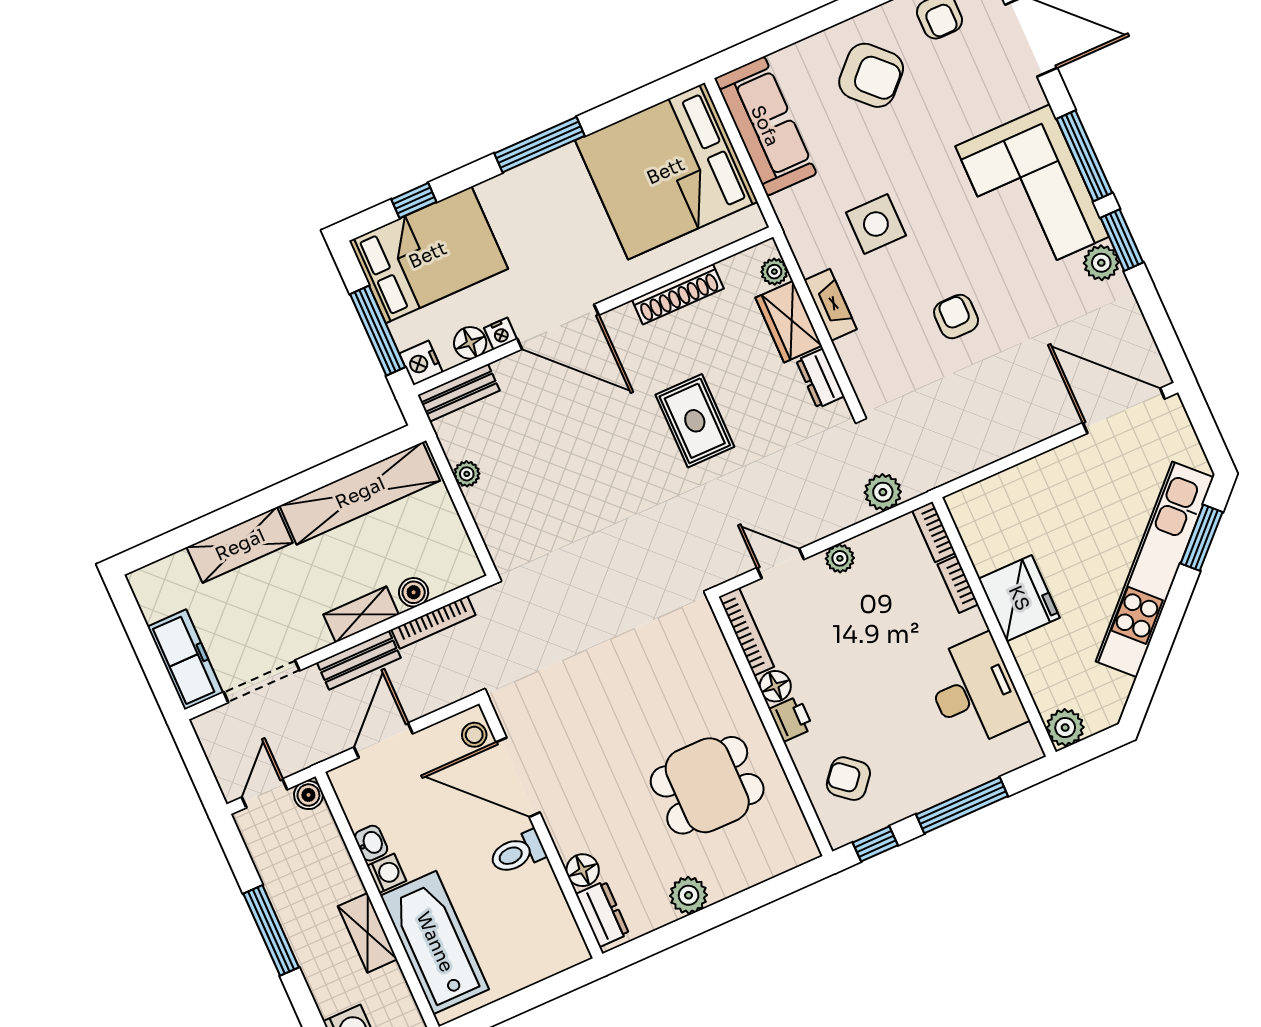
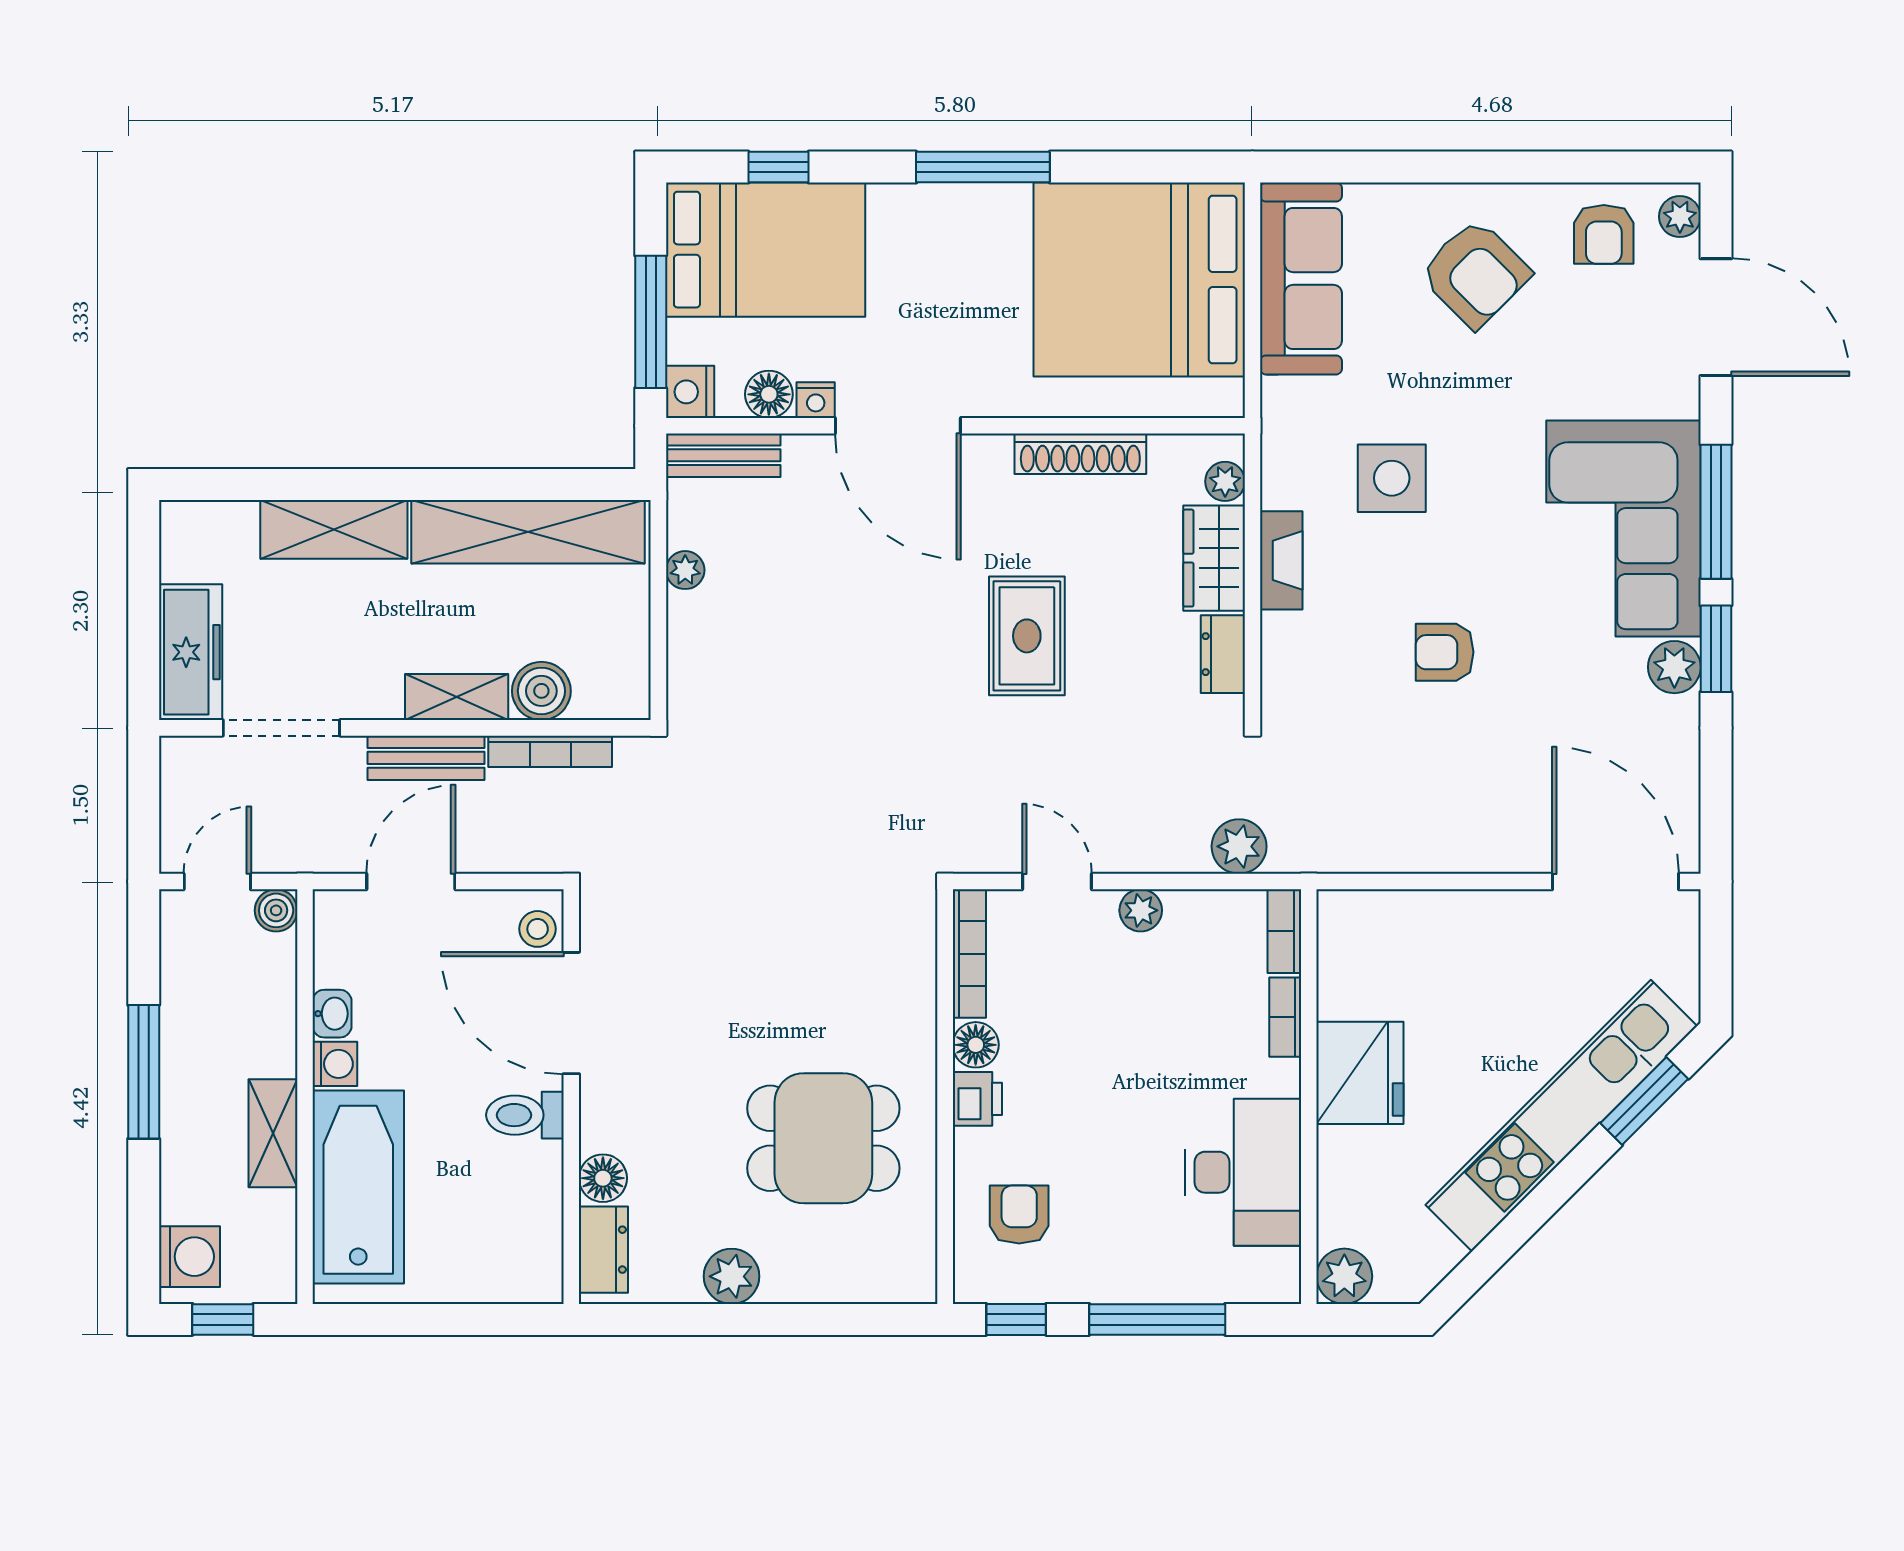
armchair: (956, 317) -> (1445, 652), turned -90
boiler: (414, 592) -> (541, 691), width x1.36, depth x1.36
armchair: (848, 779) -> (1019, 1215), turned 50

